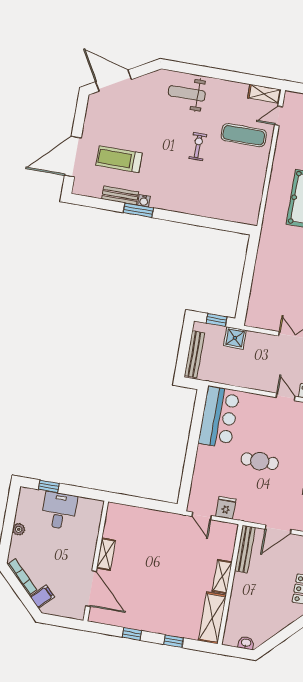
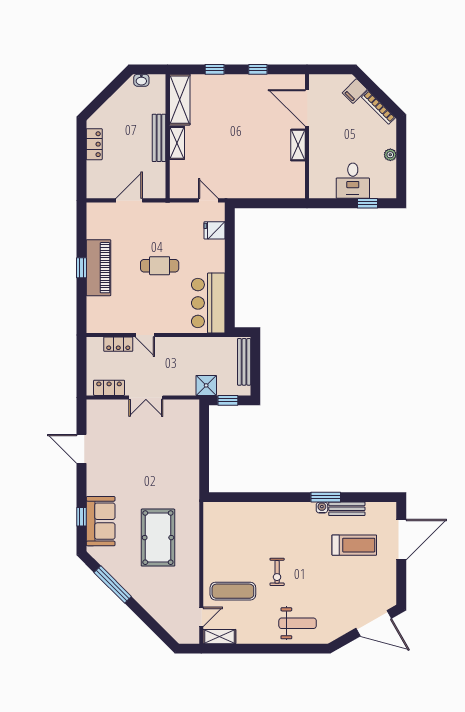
fridge: (226, 508) -> (215, 230), moved, turned 90
bench: (245, 549) -> (159, 138), moved

